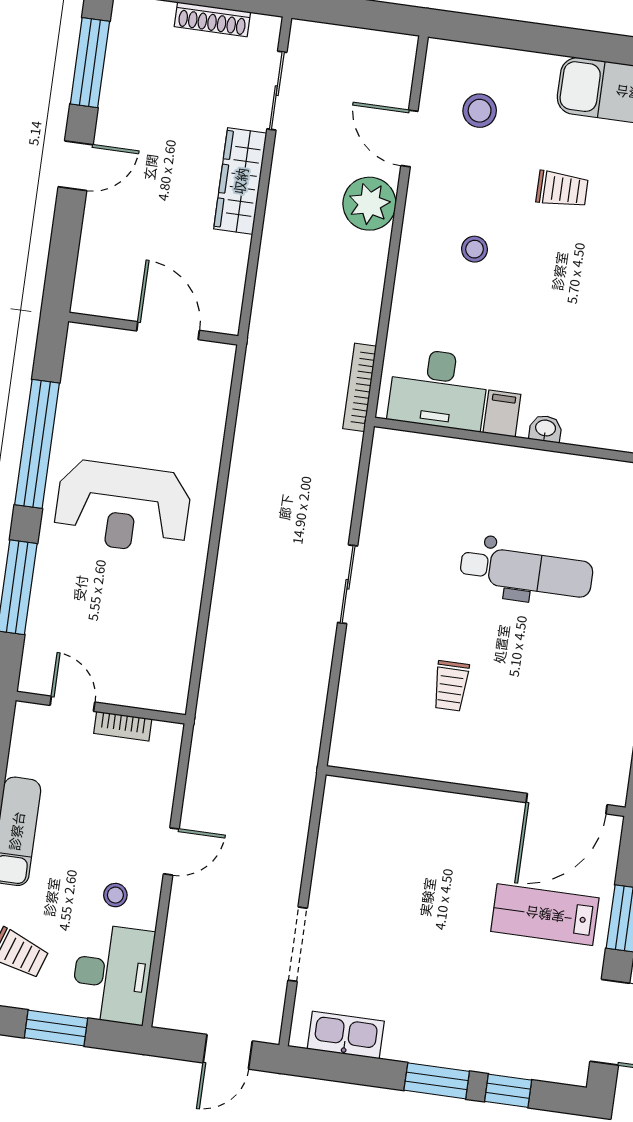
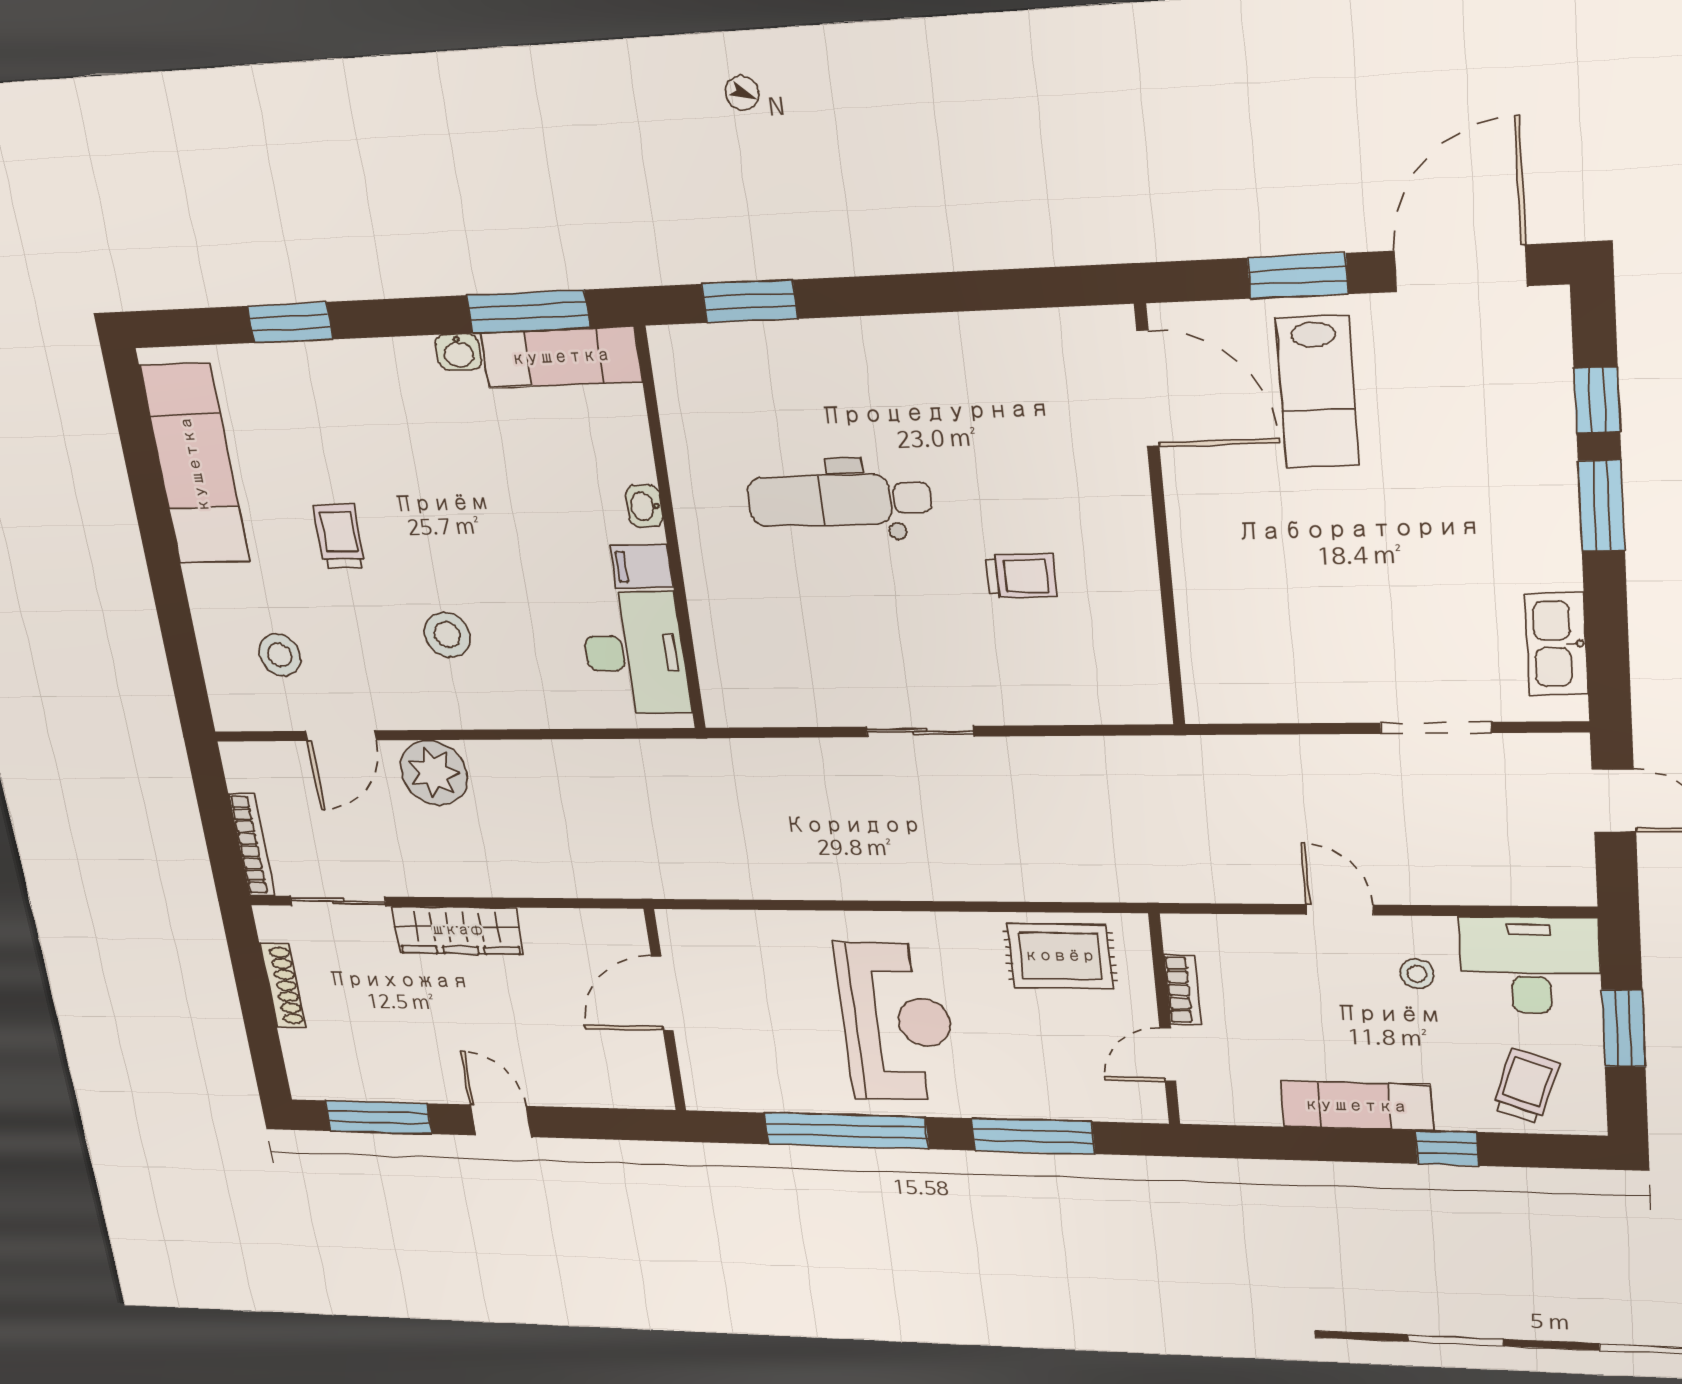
stool: (475, 249) -> (447, 635), width x1.37, depth x1.37
bookcase: (360, 387) -> (252, 845), moved, turned -90
dental chair: (526, 571) -> (839, 500), turned -90
rug: (161, 643) -> (1060, 956), added

